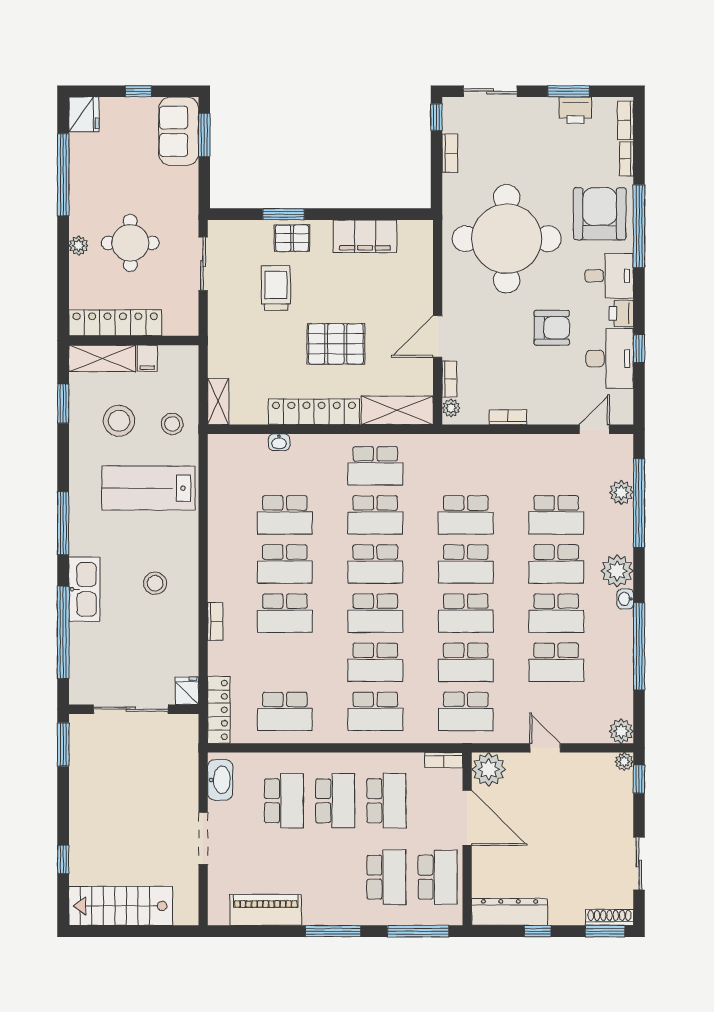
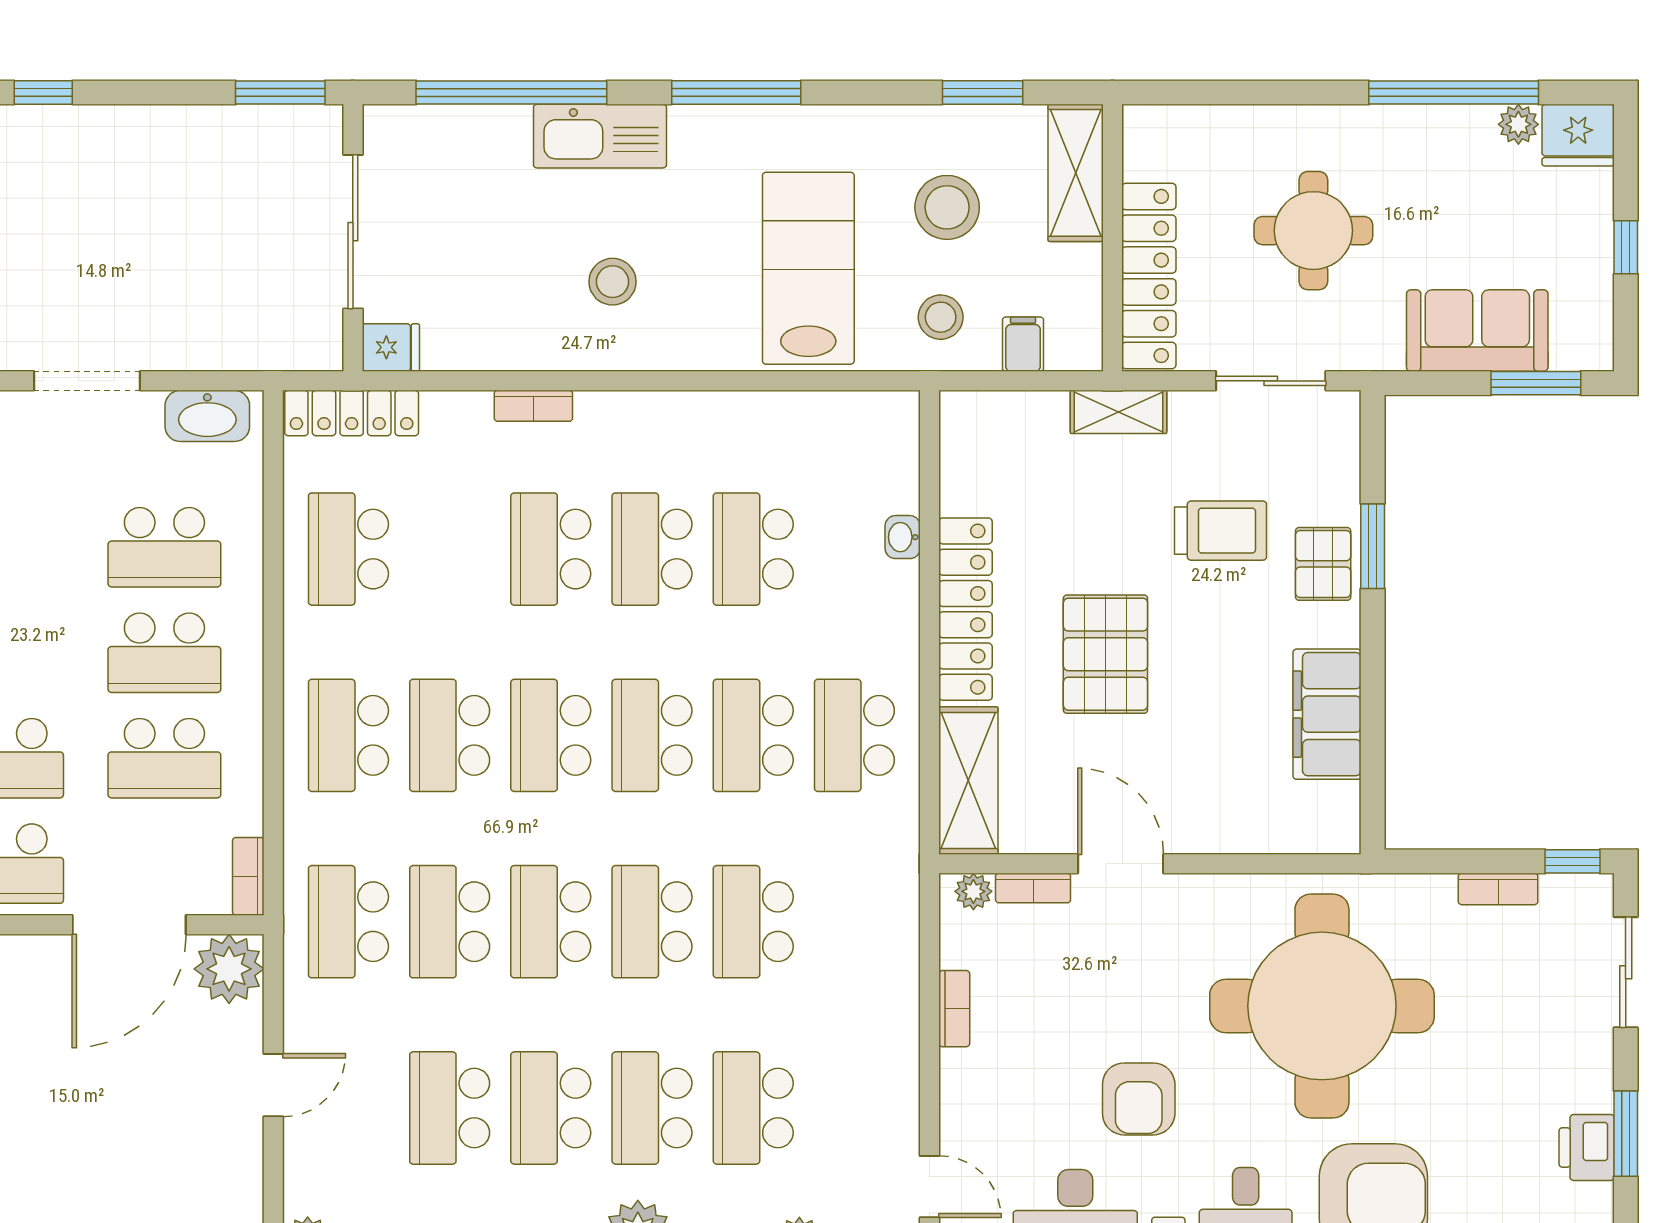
sofa: (179, 131) -> (1477, 331), moved
plant: (79, 246) -> (1518, 124), moved
locker: (115, 323) -> (1149, 276), moved
filing cabinet: (147, 358) -> (1023, 344), moved, turned 90
shelving: (218, 401) -> (1118, 412), moved

